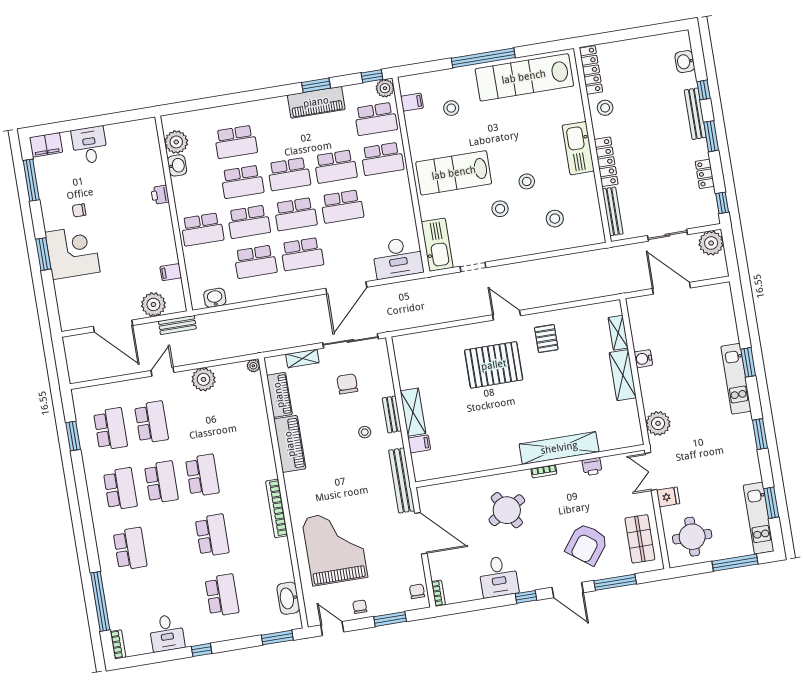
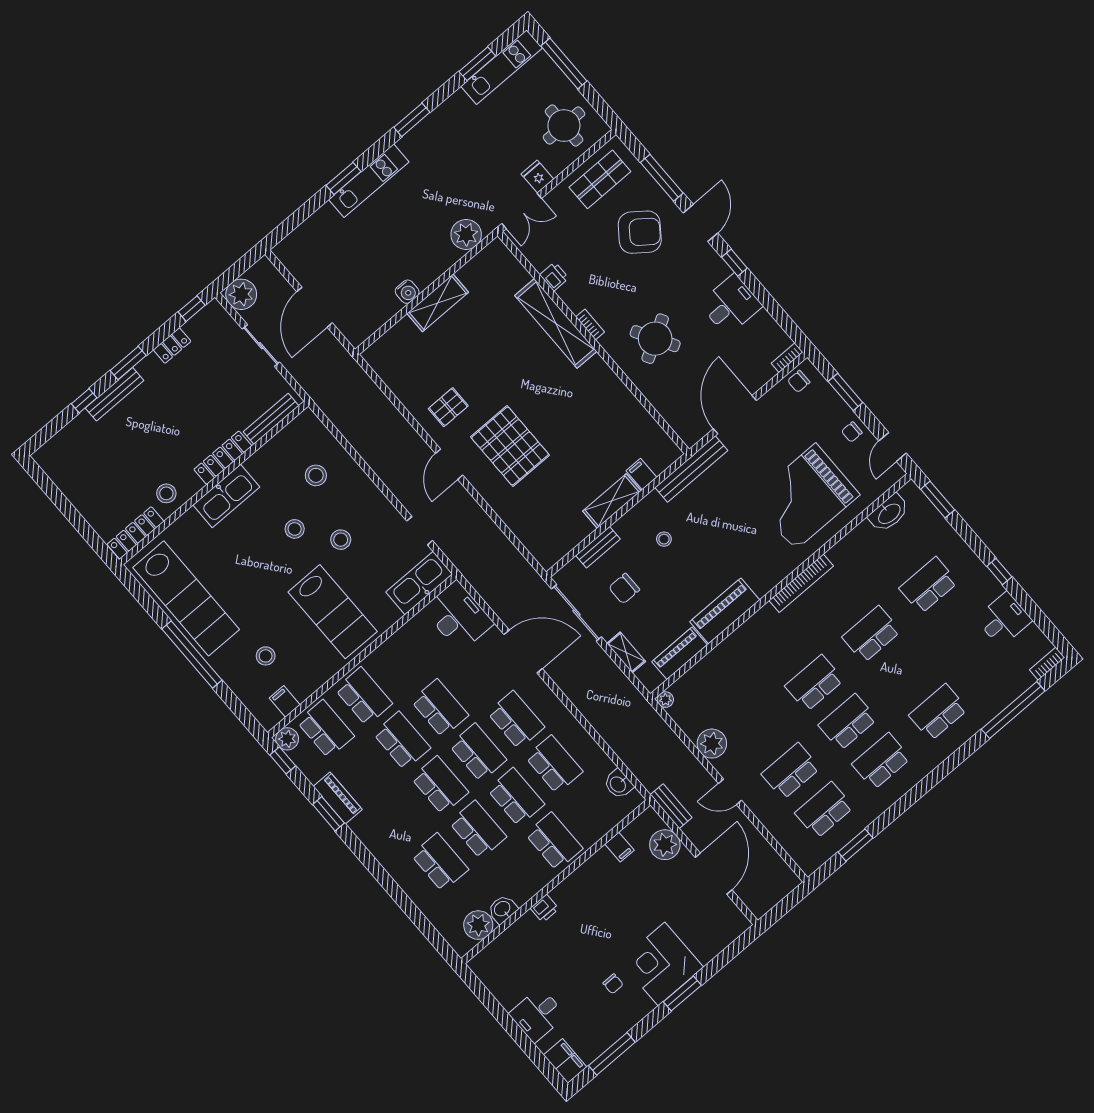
washbasin: (685, 62) -> (66, 439), removed
piano: (316, 102) -> (338, 798), width x0.73, depth x0.75
shelving: (618, 333) -> (396, 335), removed
bench: (392, 414) -> (598, 547), moved

